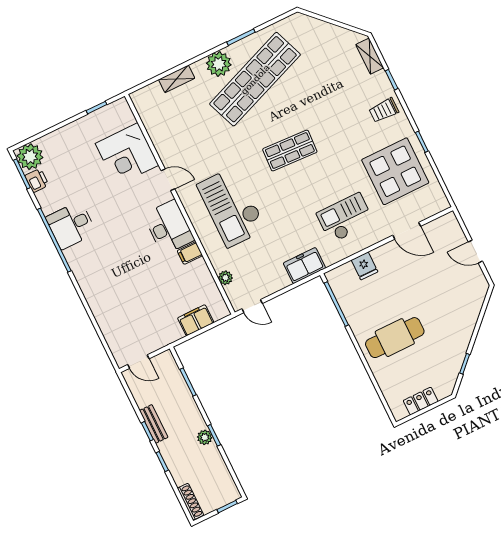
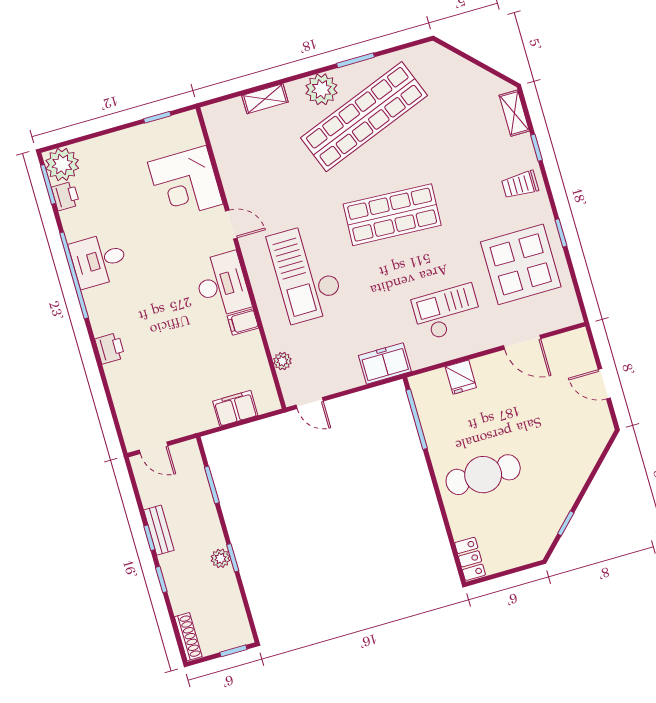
shop shelf: (290, 151) -> (392, 215), width x1.43, depth x1.36
printer: (91, 291) -> (110, 348), added
locker: (421, 401) -> (470, 559), moved, turned 90

